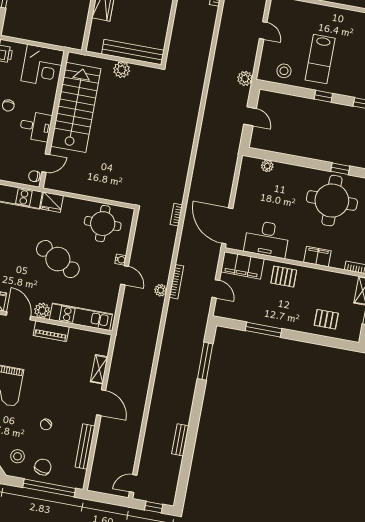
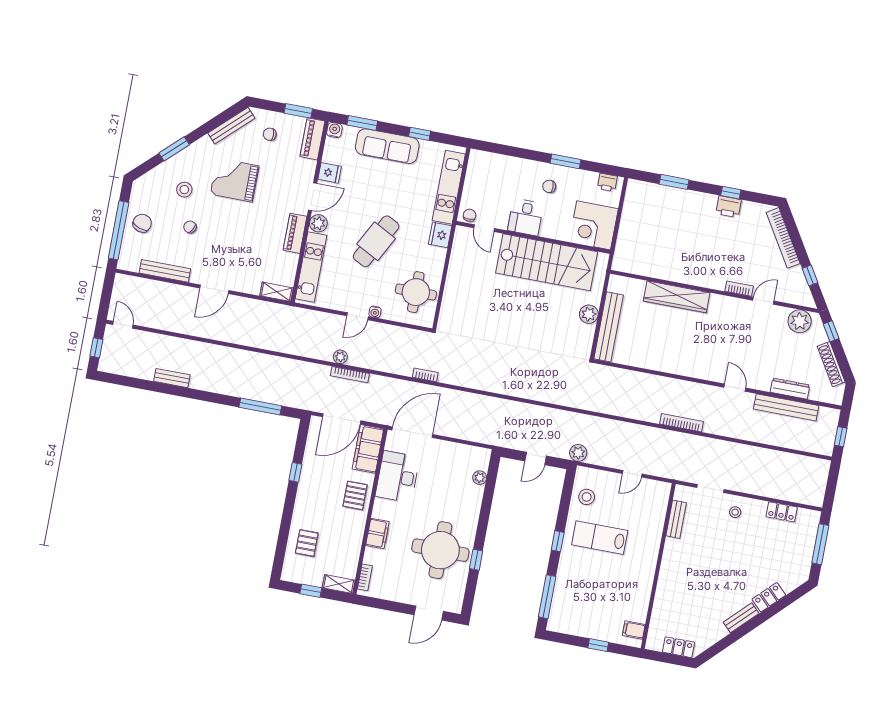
door: (216, 289) -> (342, 419), width x1.87
window: (263, 330) -> (295, 472), width x0.46
shelving: (99, 369) -> (277, 292), moved
stool: (17, 456) -> (184, 190), moved
chair: (43, 467) -> (142, 223), turned -85

